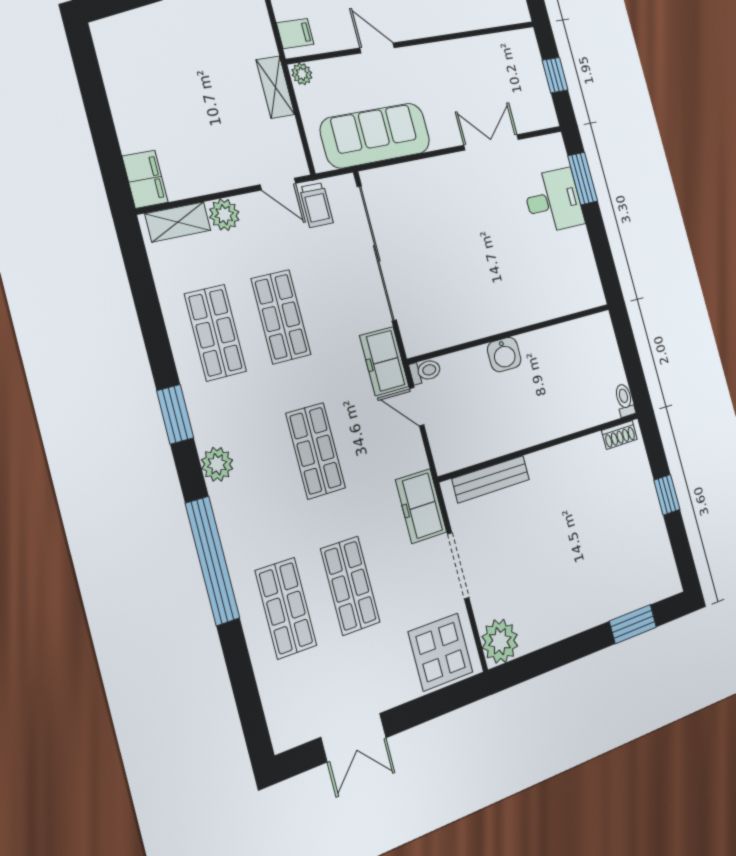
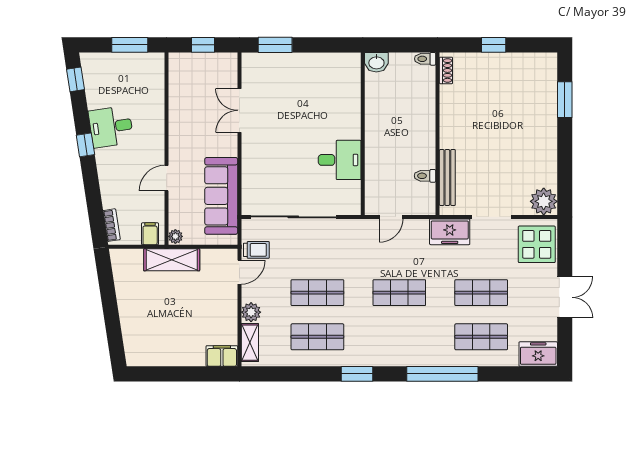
shelving: (275, 87) -> (172, 260), width x1.50, depth x1.33
desk: (553, 201) -> (340, 160), moved, turned 90
washbasin: (504, 355) -> (376, 62), moved, turned 90
freezer: (384, 361) -> (538, 354), moved, turned 180
toilet: (425, 371) -> (425, 176), moved, turned -90
plant: (217, 464) -> (391, 356), removed
double door: (354, 738) -> (565, 297), moved

